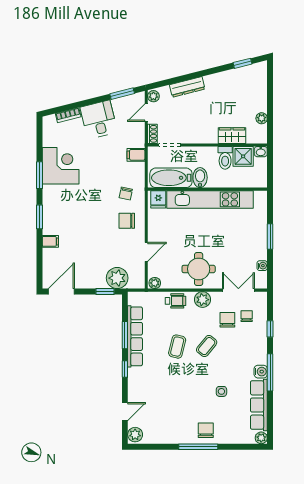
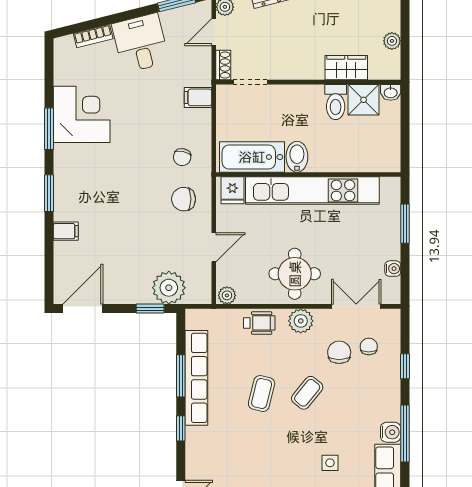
bathtub: (171, 178) -> (252, 157), moved
bidet: (200, 178) -> (297, 157), moved
wall: (207, 189) -> (308, 174), moved
fridge: (158, 199) -> (232, 190), moved
kitchen unit: (210, 199) -> (312, 190), moved

